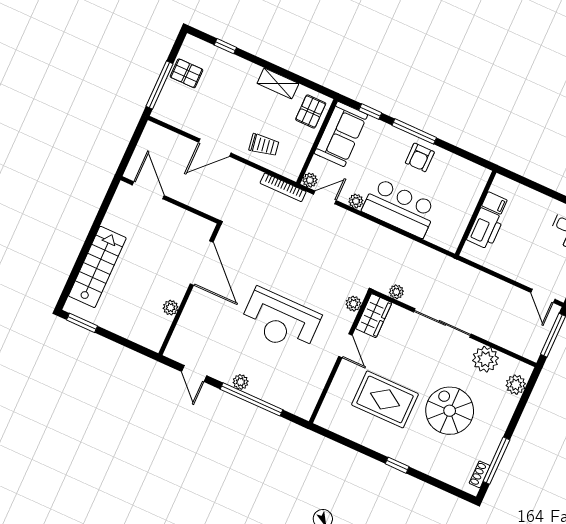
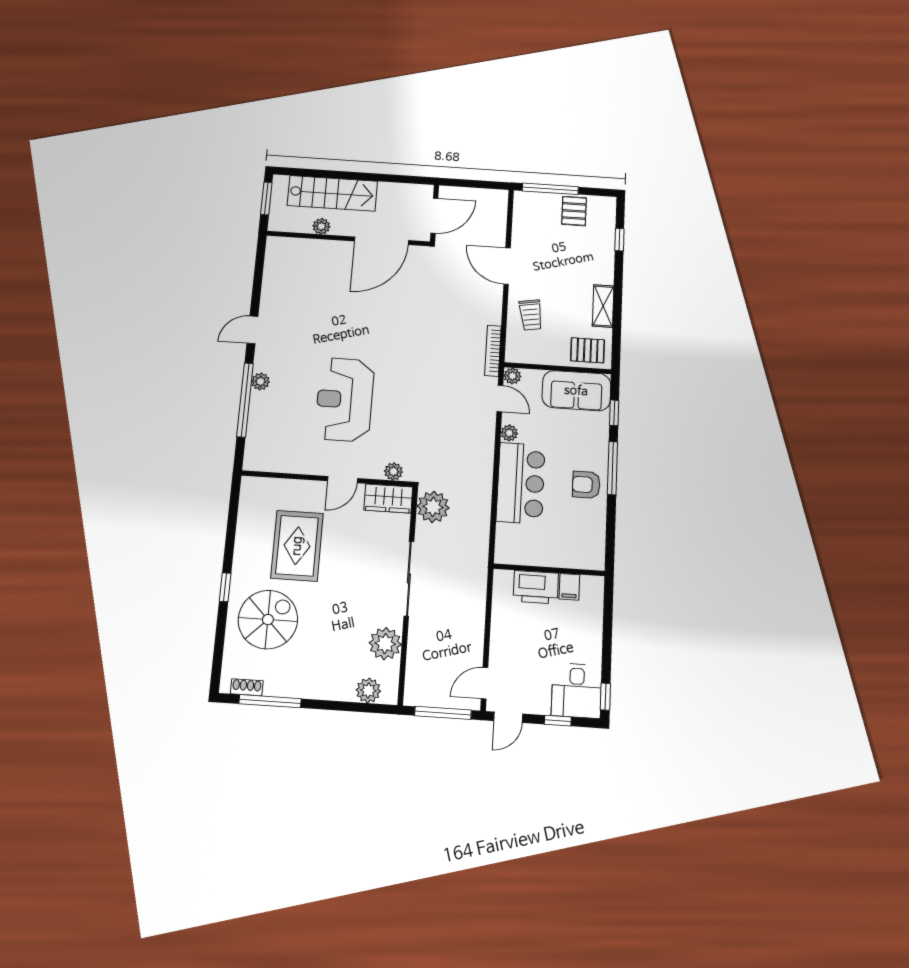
door: (202, 263) -> (381, 241), moved
wall: (190, 289) -> (348, 239), moved
plant: (396, 292) -> (433, 507), width x1.87, depth x1.87
plant: (171, 308) -> (321, 226), moved
spiral stairs: (450, 411) -> (268, 620), moved

